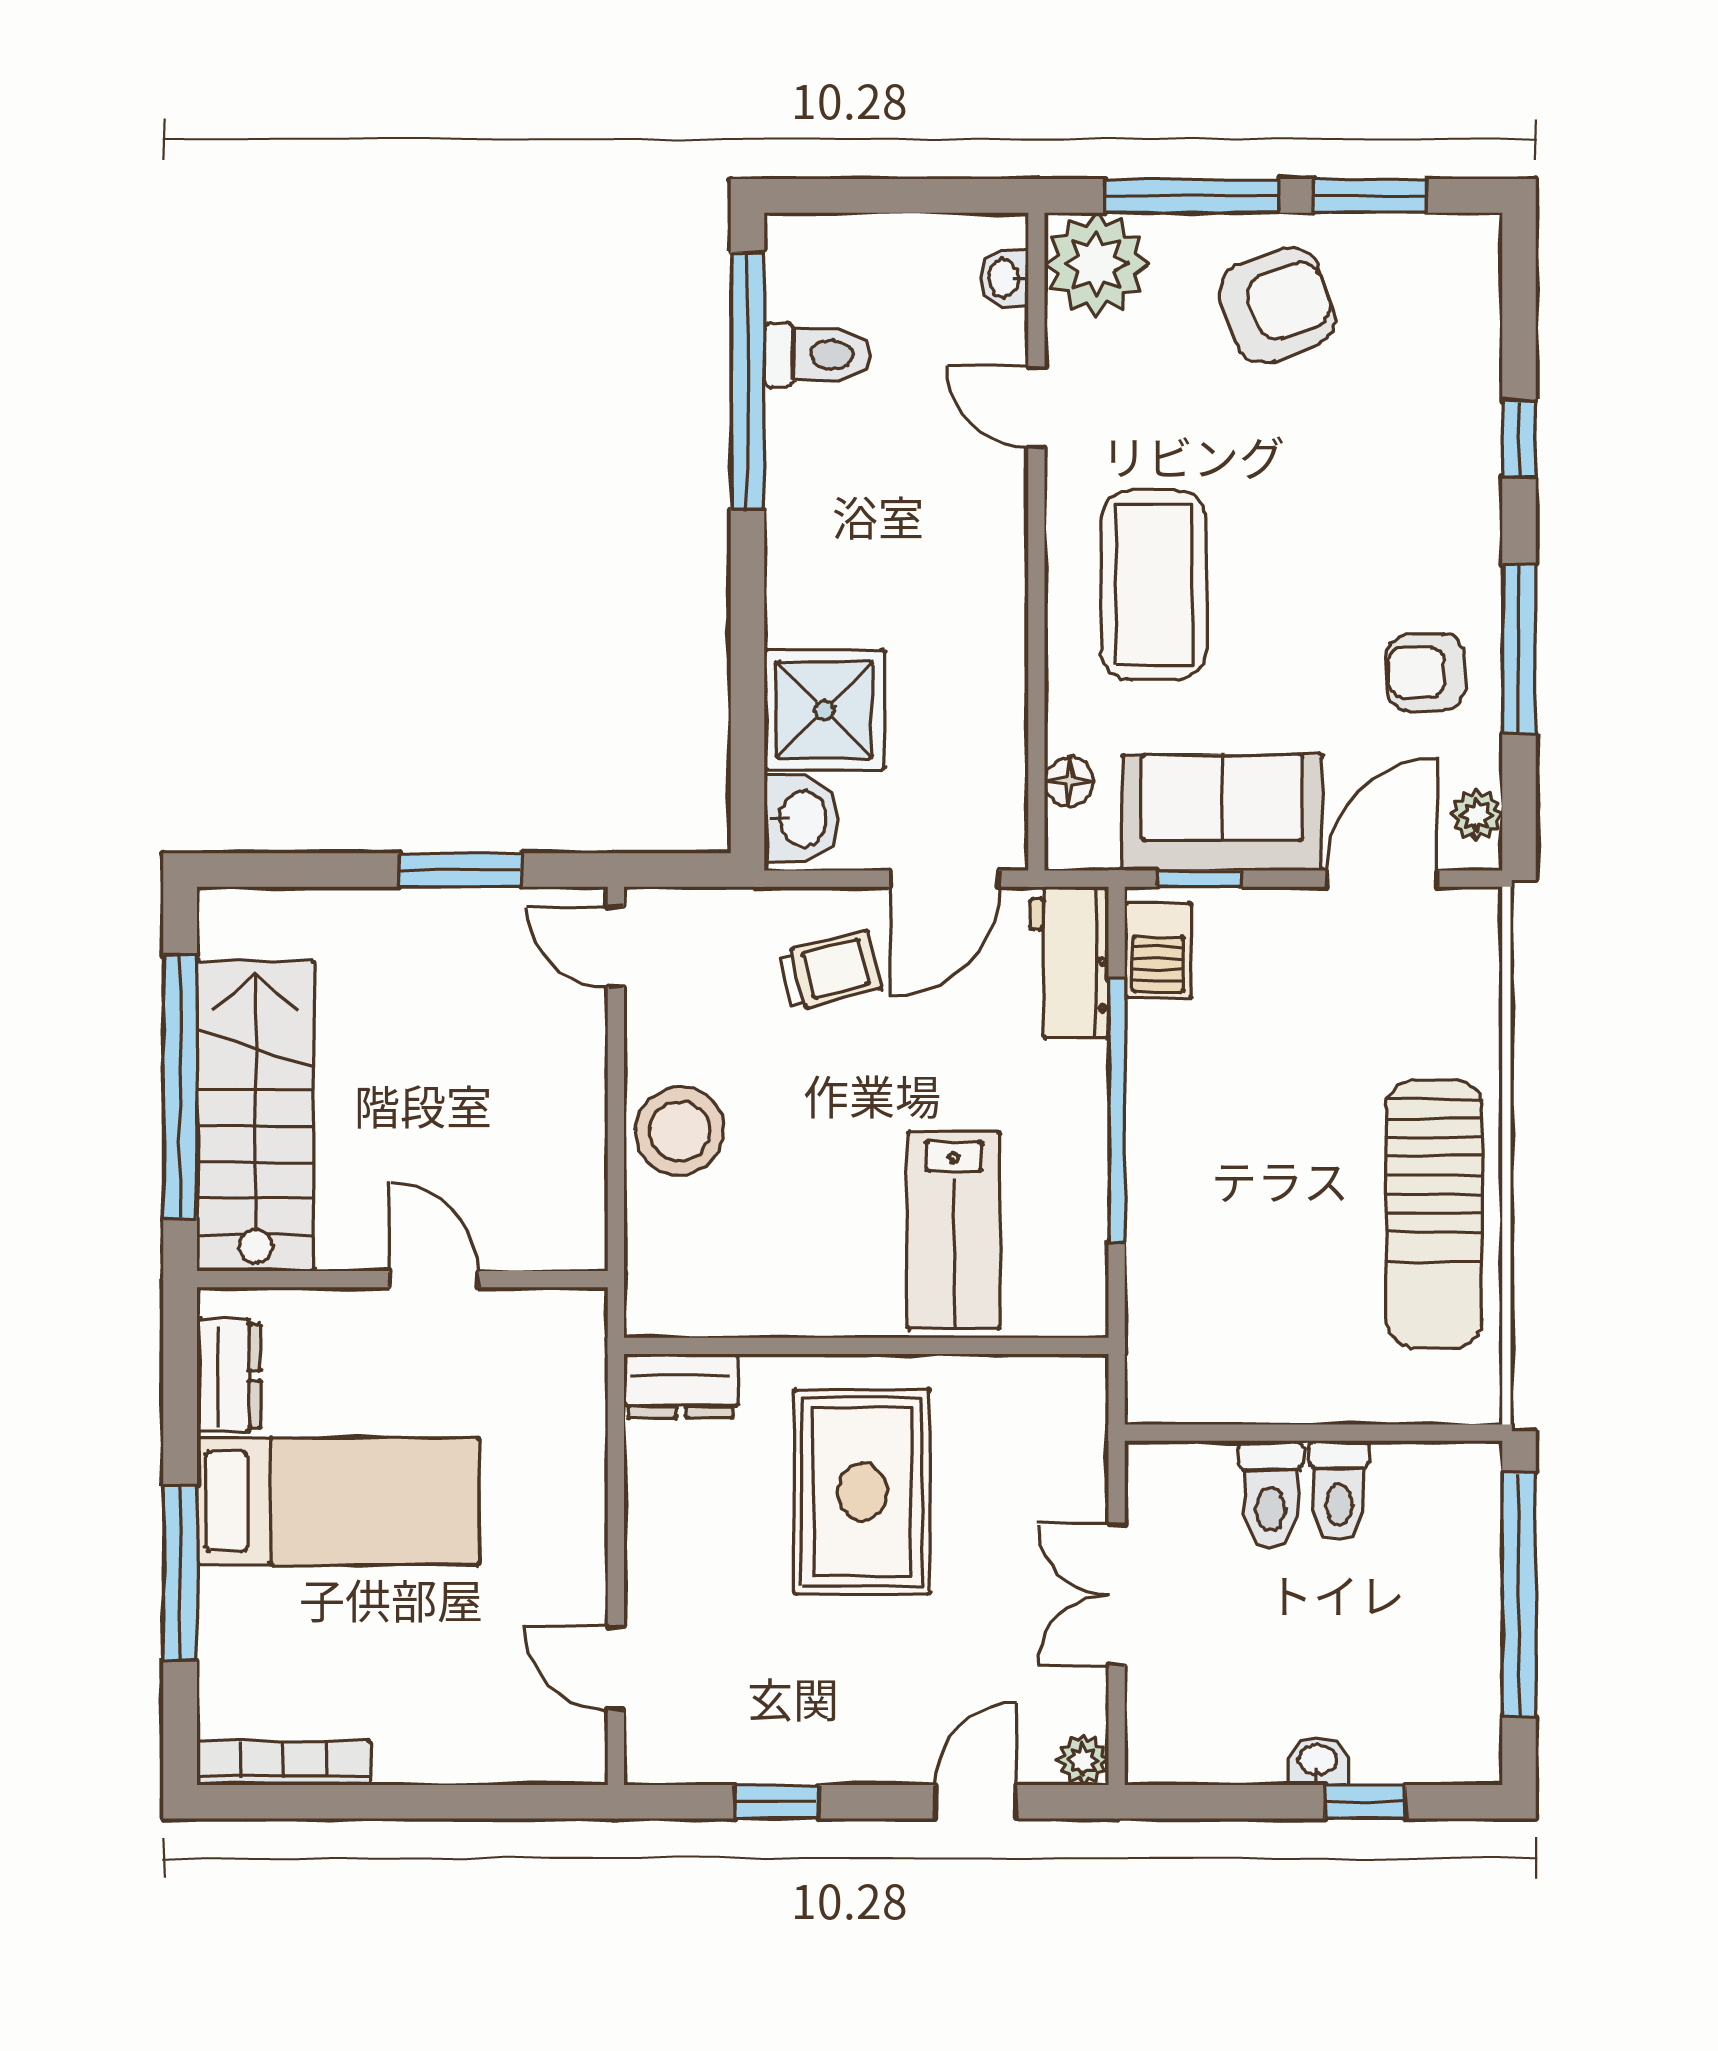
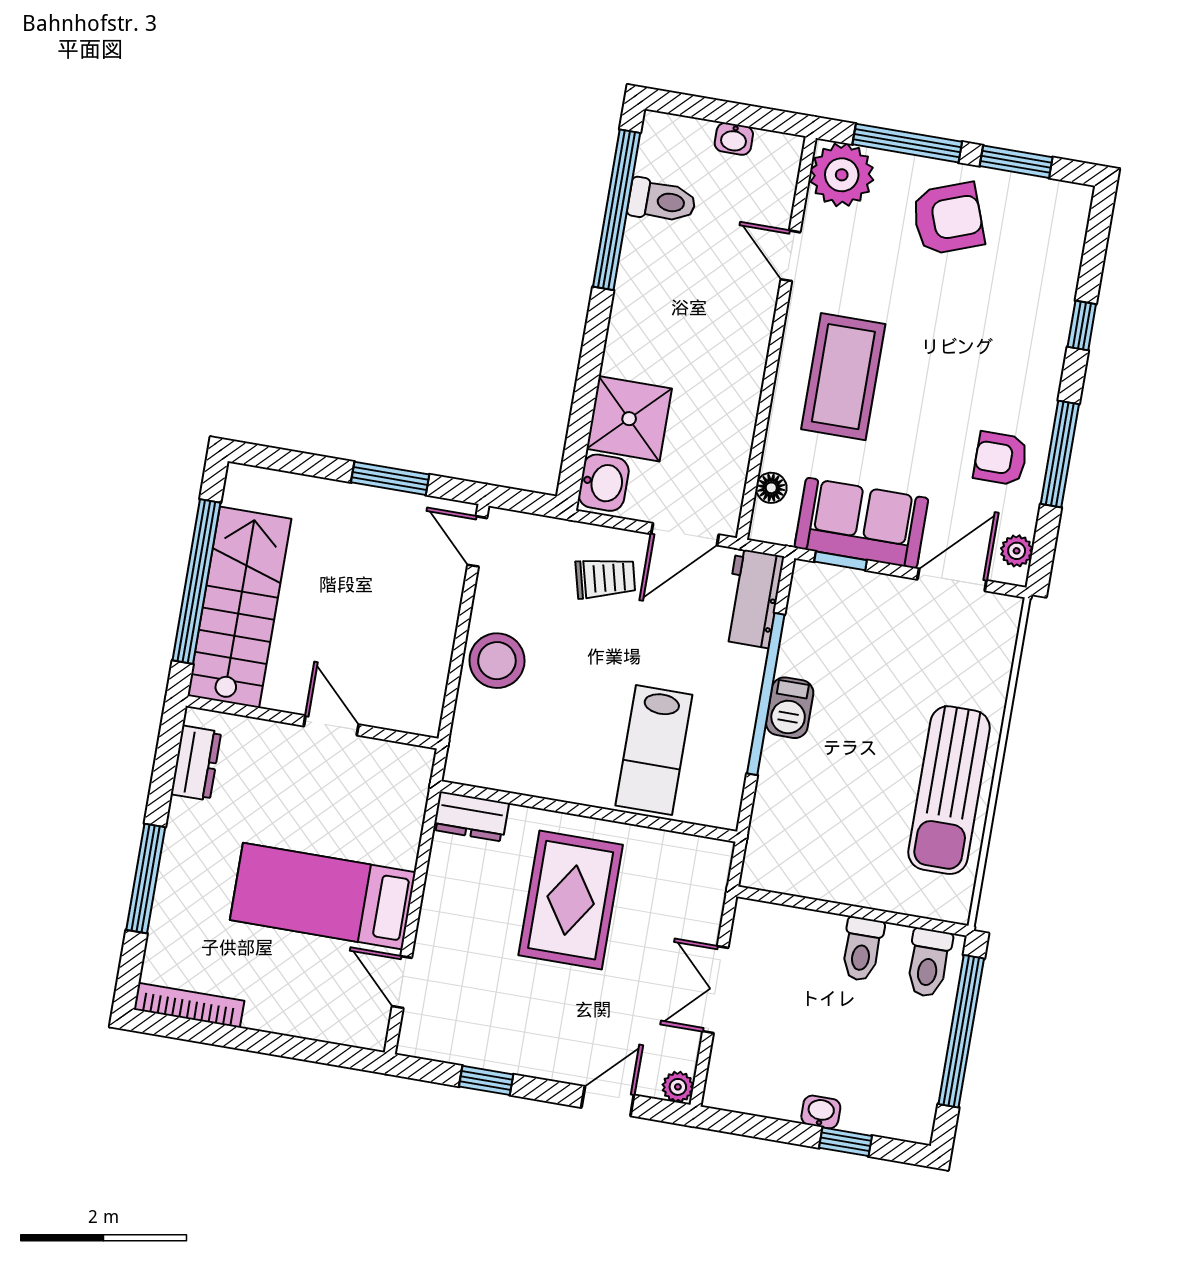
washbasin: (1005, 278) -> (734, 139), moved, turned -90
barbecue: (1158, 950) -> (790, 708), moved
toilet: (1271, 1494) -> (929, 963), moved
bed: (338, 1501) -> (323, 896), moved, turned 180

